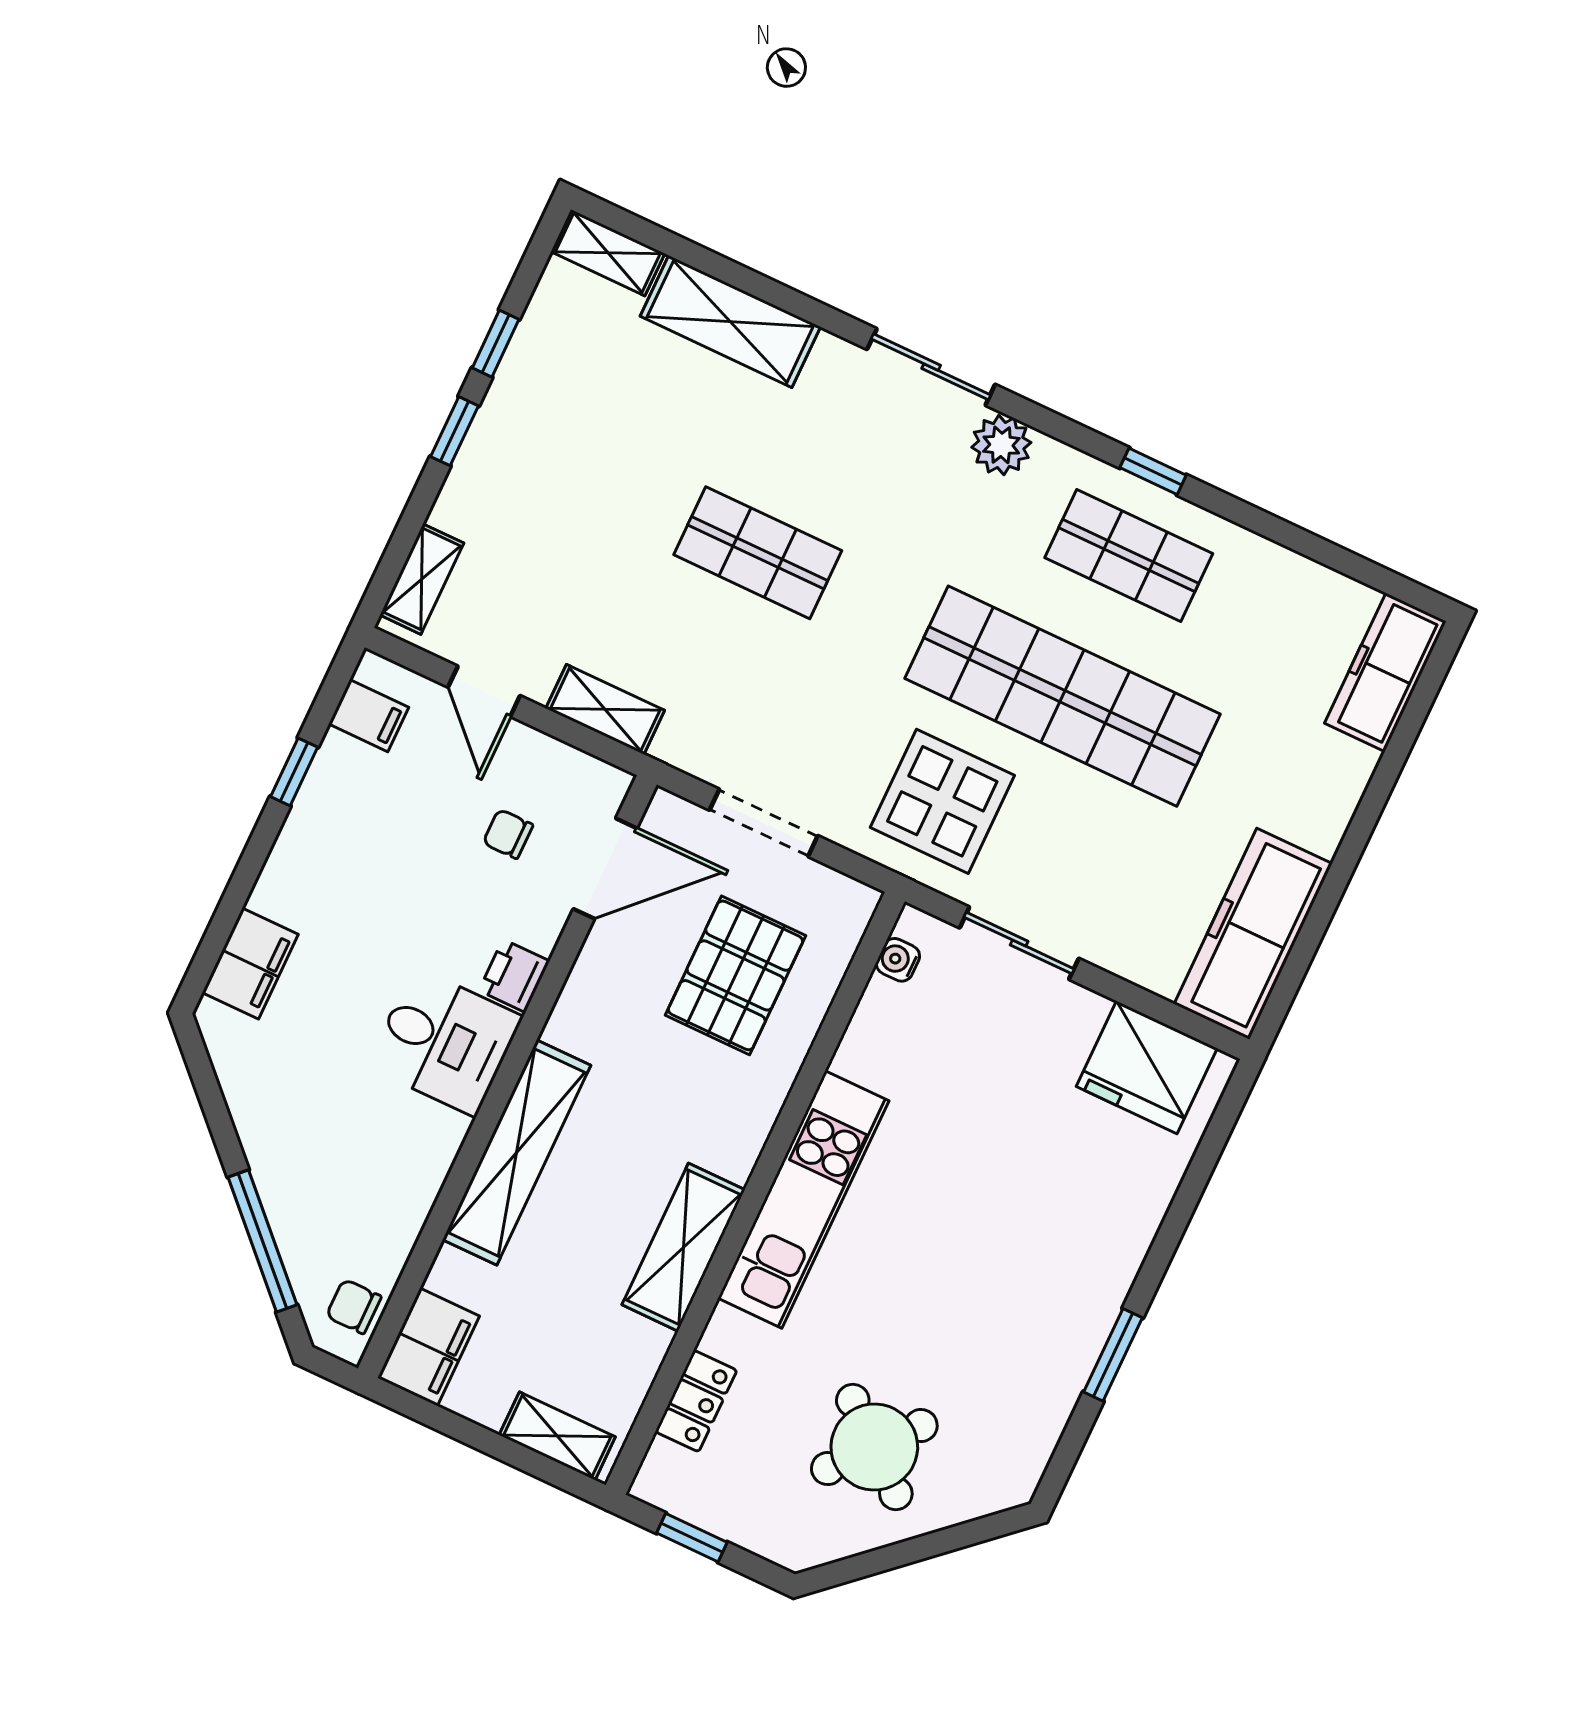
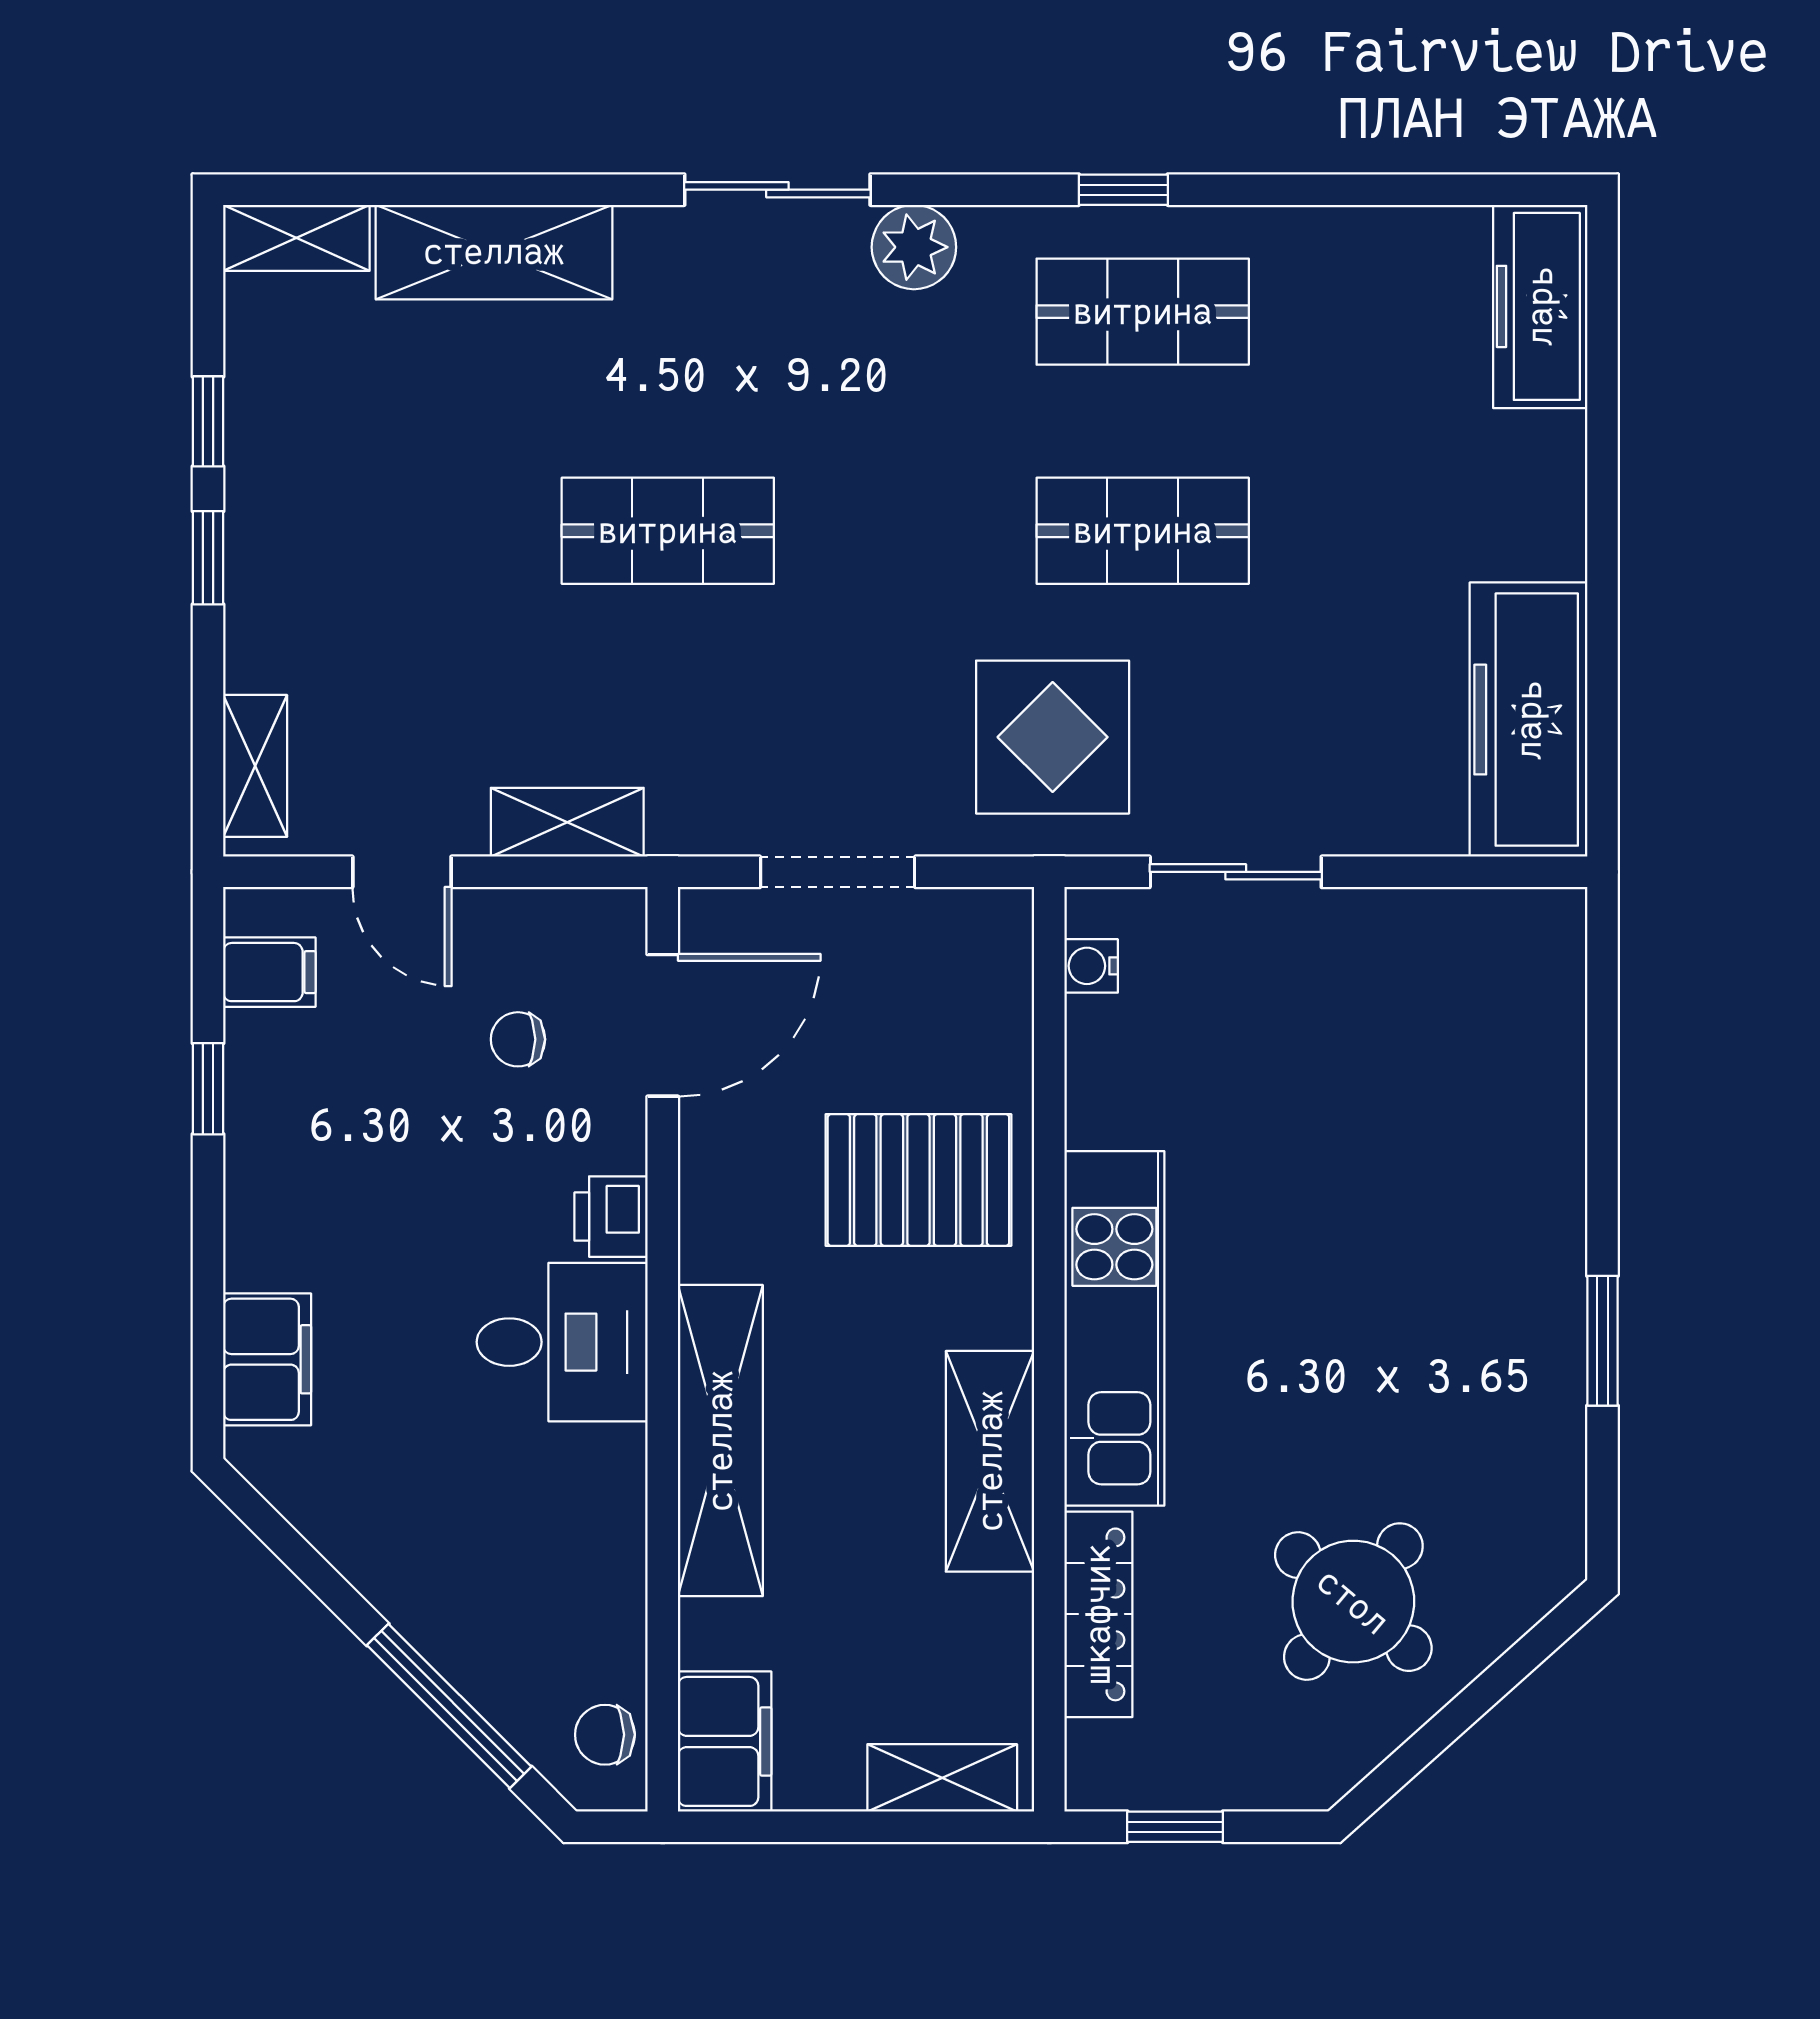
shop shelf: (1063, 696) -> (1143, 531), width x0.50, depth x0.74
pallet: (735, 975) -> (918, 1180), moved, turned 90
fridge: (1147, 1067) -> (1473, 954), removed
locker: (696, 1401) -> (1098, 1614), width x1.53

